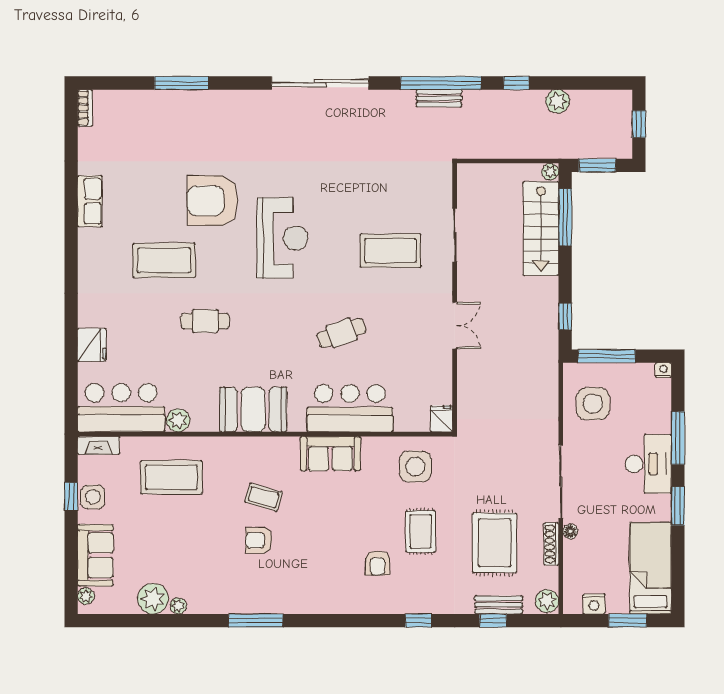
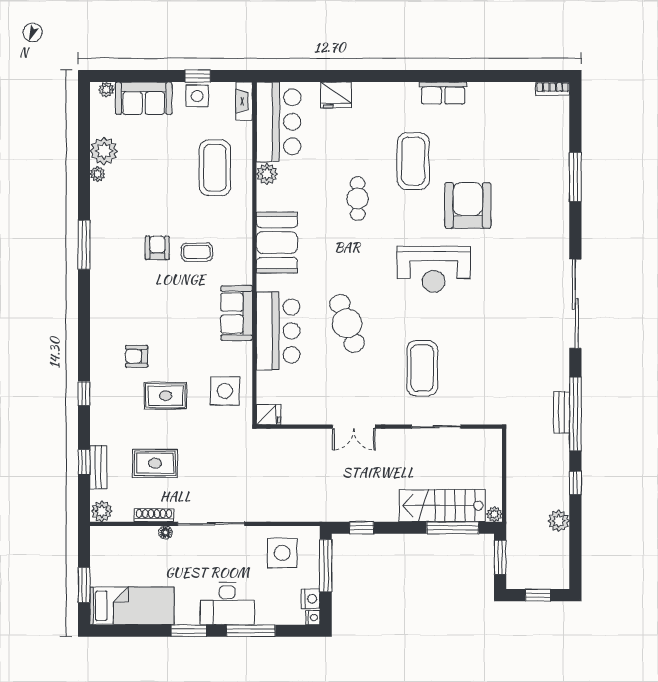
row of seats: (90, 201) -> (443, 93), moved
cafe table: (342, 333) -> (347, 323), width x1.37, depth x1.35
coffee table: (264, 497) -> (197, 252), turned 74
rug: (495, 543) -> (155, 463), width x0.73, depth x0.70
nightstand: (594, 604) -> (311, 599), moved, turned 180

